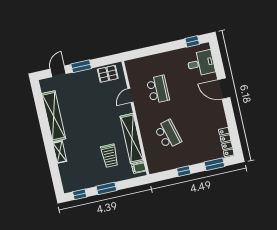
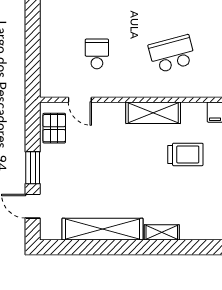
school desk: (158, 89) -> (97, 54), width x0.54
door: (130, 95) -> (80, 100), moved
shelving: (132, 139) -> (153, 113), width x0.68

